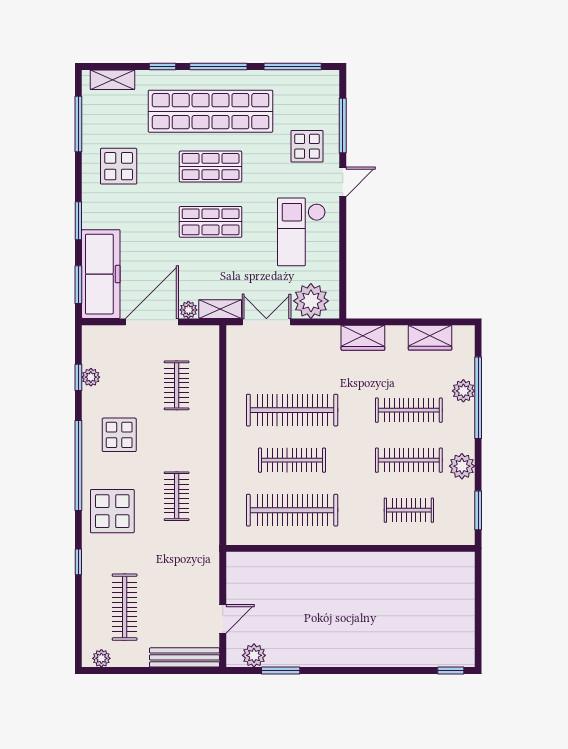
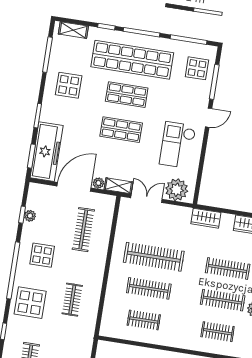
display table: (307, 146) -> (197, 68), moved
clothes rail: (177, 385) -> (83, 230), width x1.36
clothes rail: (292, 510) -> (144, 320), width x0.54, depth x0.76

